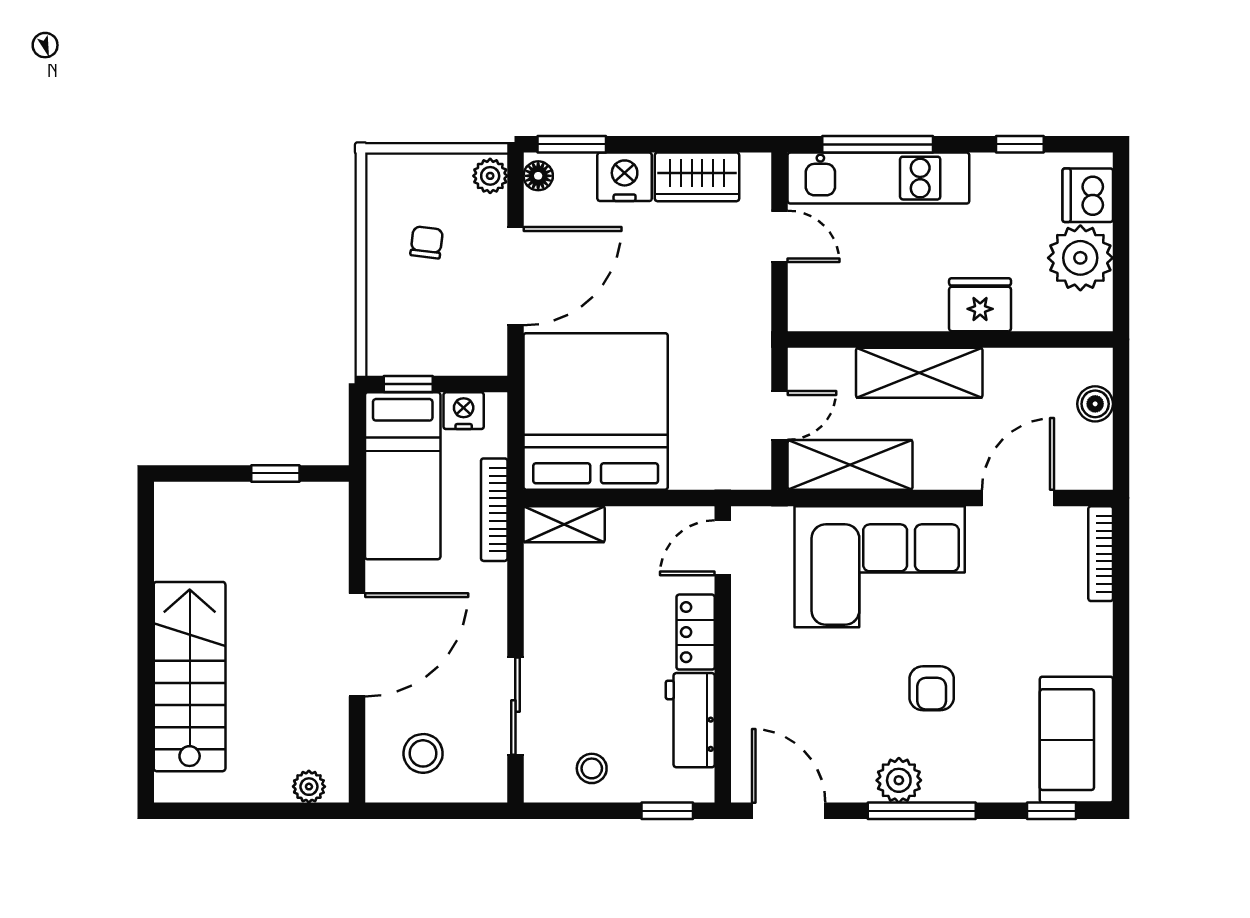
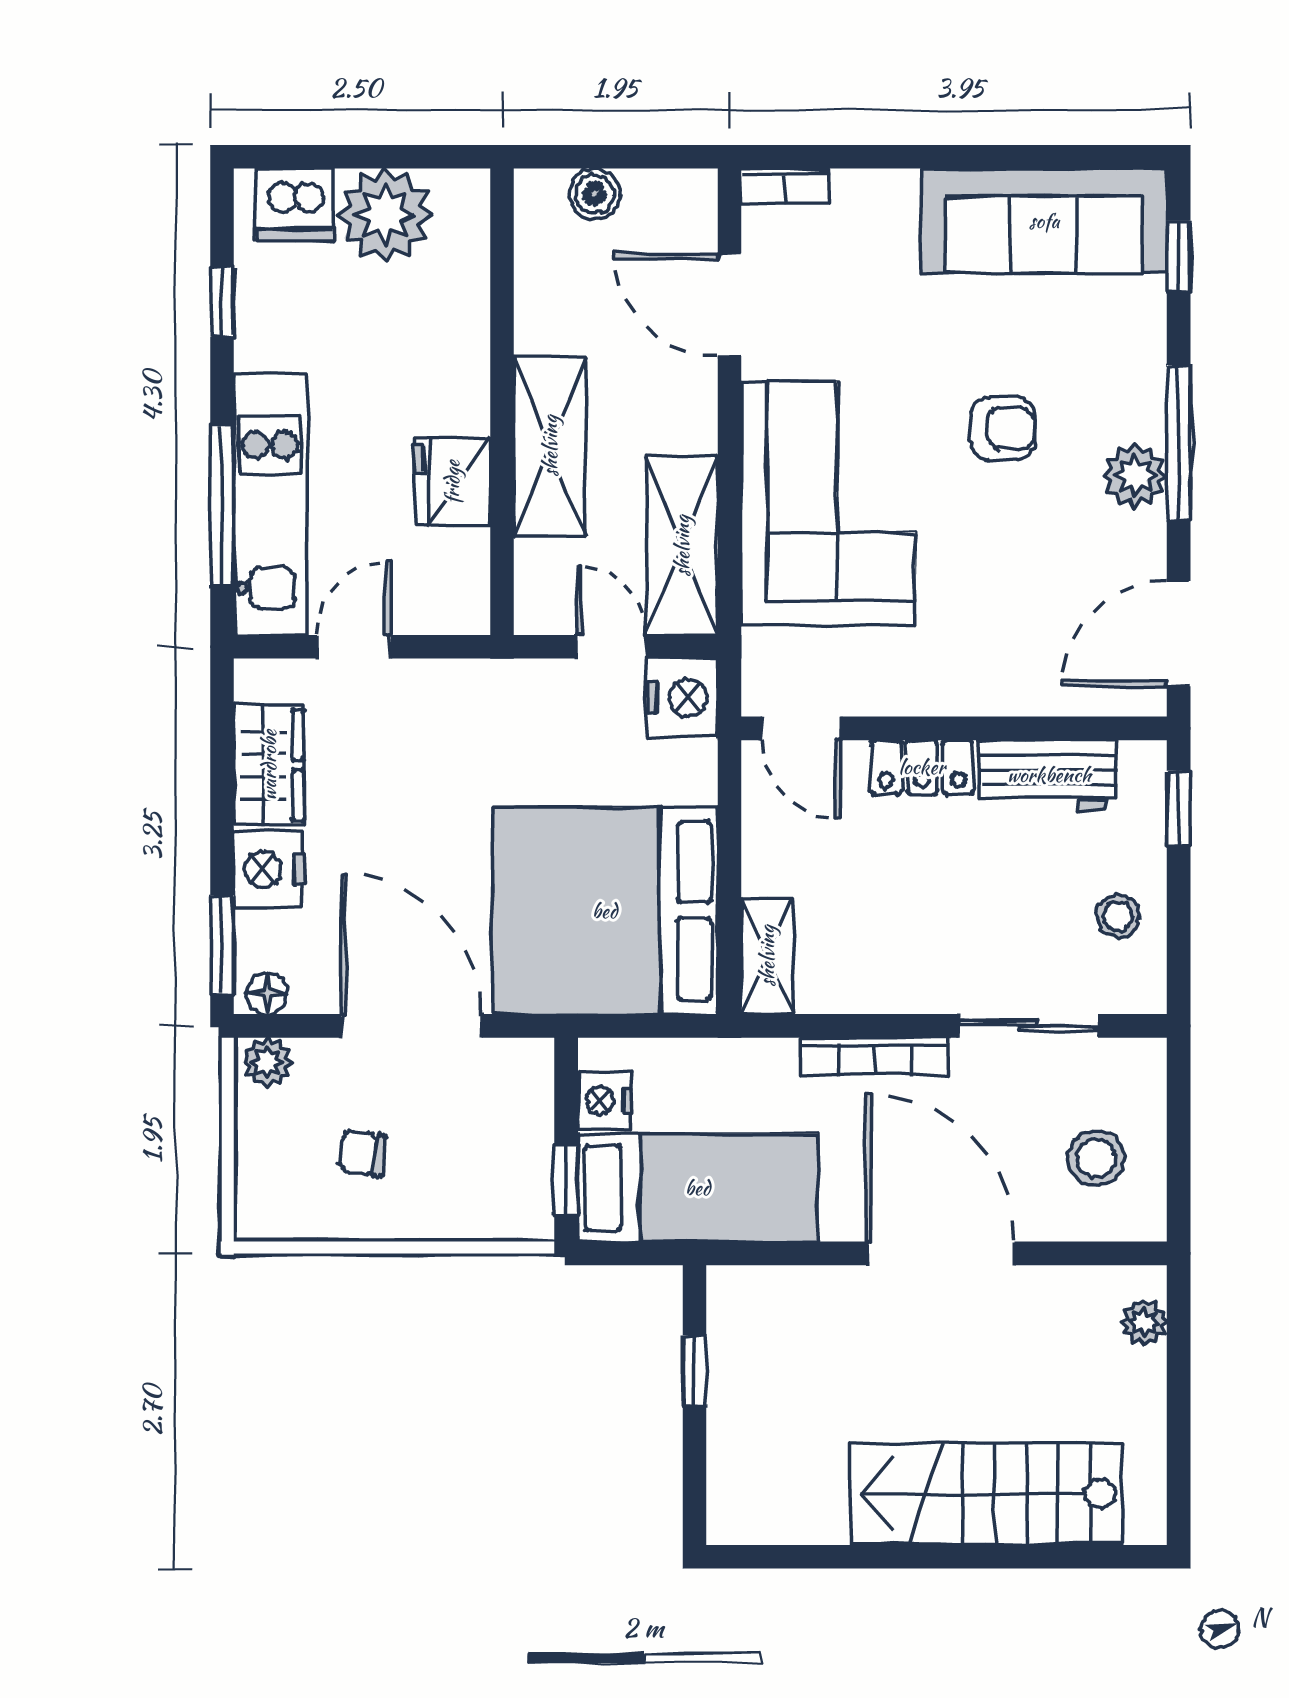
fridge: (980, 305) -> (452, 482), moved
nightstand: (744, 465) -> (682, 698), added
bookcase: (494, 510) -> (874, 1056), moved
bookcase: (1101, 554) -> (785, 186), width x0.64
sofa: (1076, 740) -> (1044, 221), width x1.36

